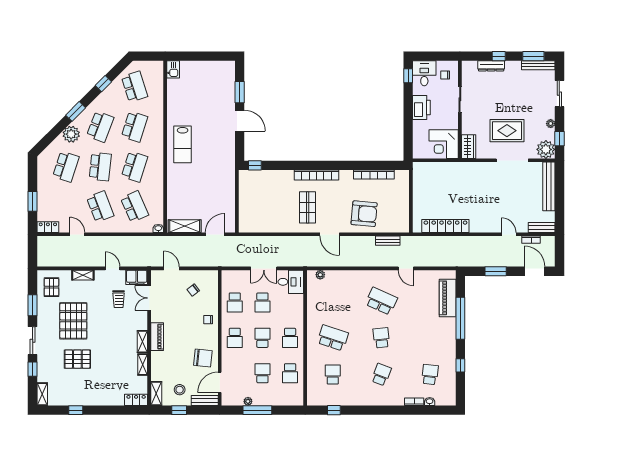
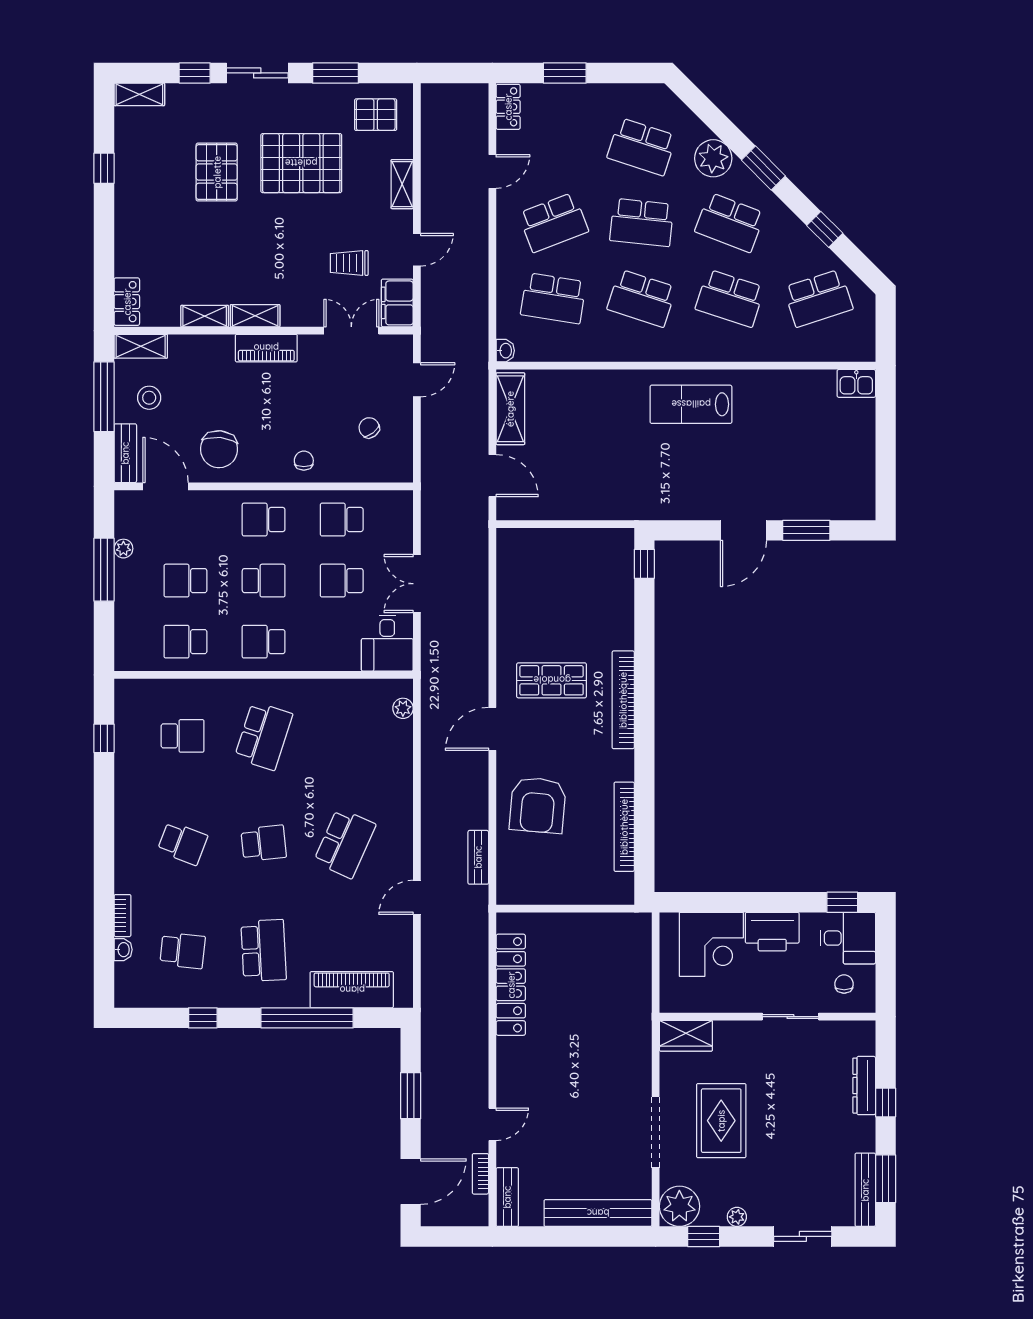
corner desk: (444, 144) -> (711, 944), moved, turned 180
school desk: (135, 207) -> (553, 298), turned 33
school desk: (430, 338) -> (264, 950), added
school desk: (262, 373) -> (185, 581), turned 180
window: (179, 410) -> (104, 397), width x2.17

